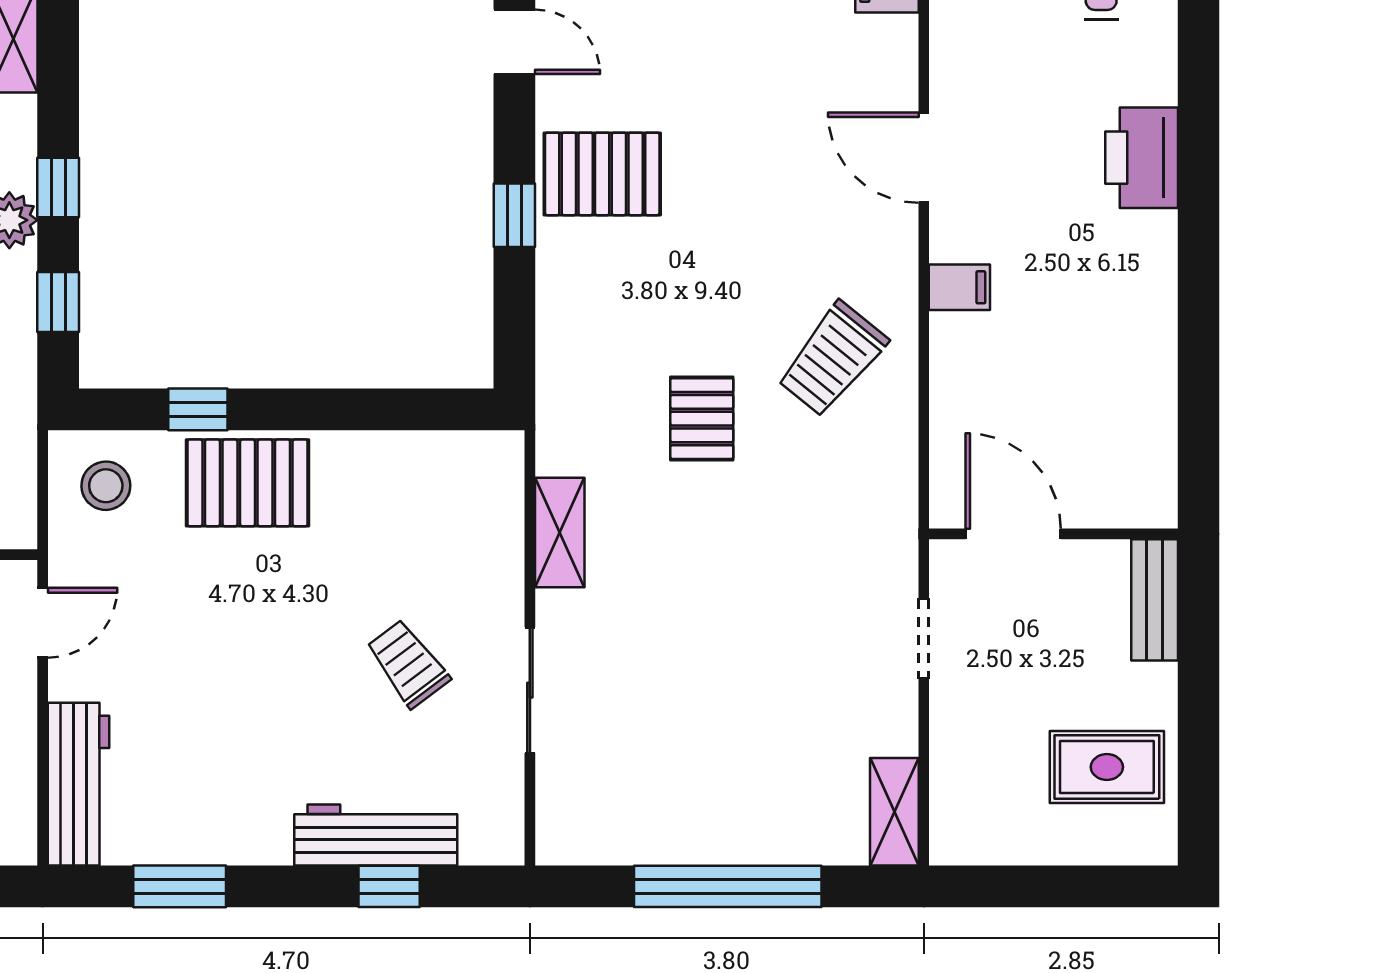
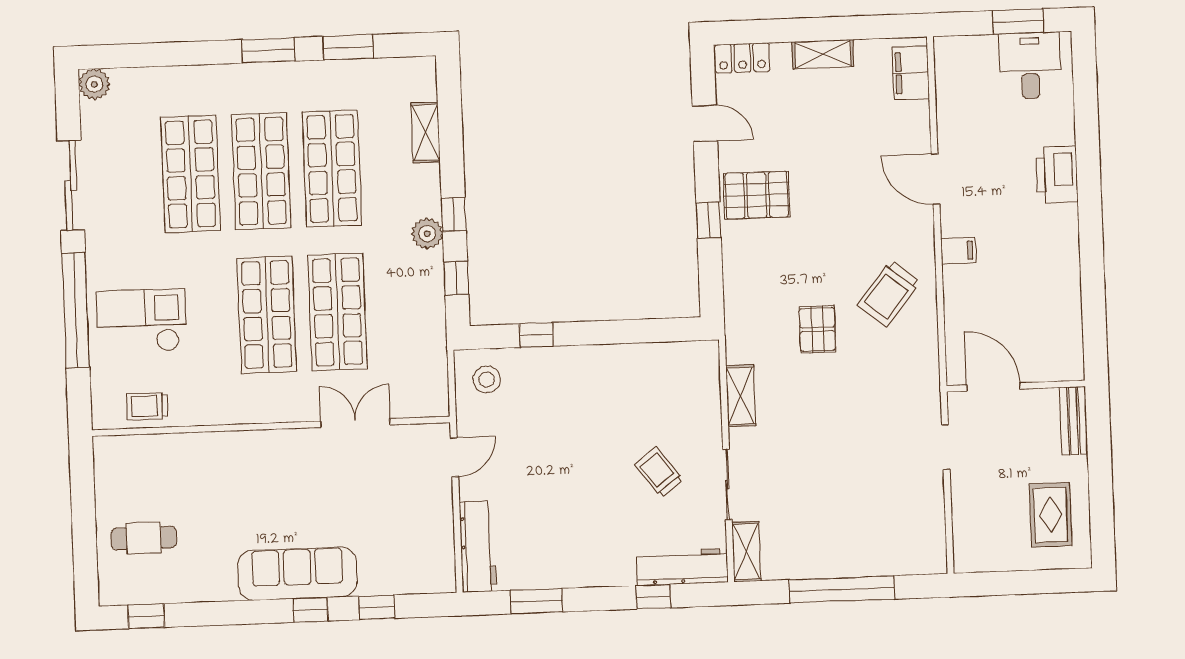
pallet: (247, 483) -> (566, 375), removed
rug: (1107, 767) -> (1051, 515), turned 90
shelving: (894, 812) -> (746, 551), moved
workbench: (376, 835) -> (682, 567), moved

